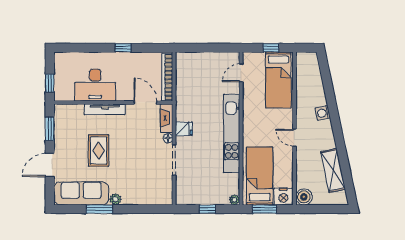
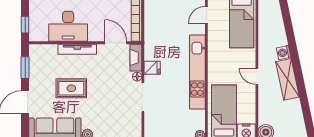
rug: (99, 151) -> (71, 88), turned 90
shelving: (333, 170) -> (288, 79), moved

